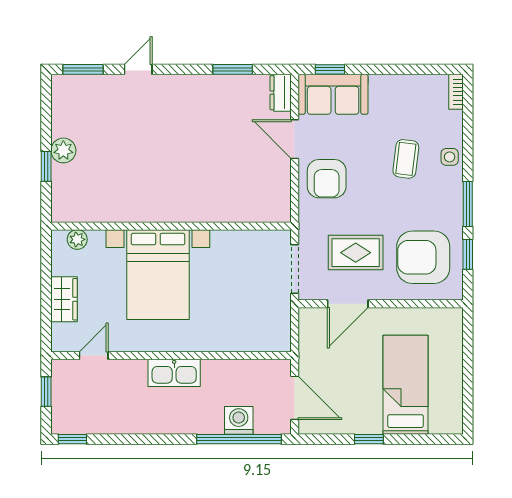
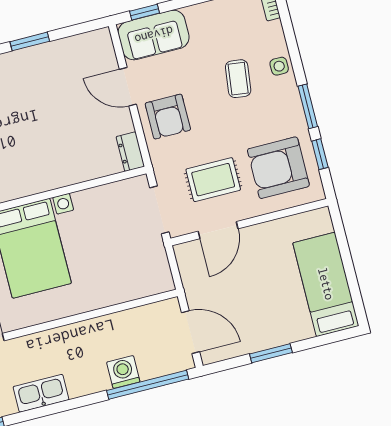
window: (233, 69) -> (30, 41), moved
dresser: (281, 93) -> (130, 152), moved
kitchen sink: (174, 373) -> (41, 393), moved, turned 180
bed: (406, 385) -> (326, 284), moved
washing machine: (239, 420) -> (123, 372), moved
window: (369, 439) -> (271, 353), width x1.50

